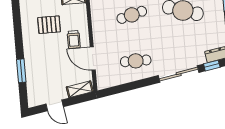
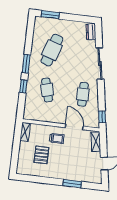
door: (93, 59) -> (74, 127), swing flipped
window: (212, 66) -> (102, 117), moved

